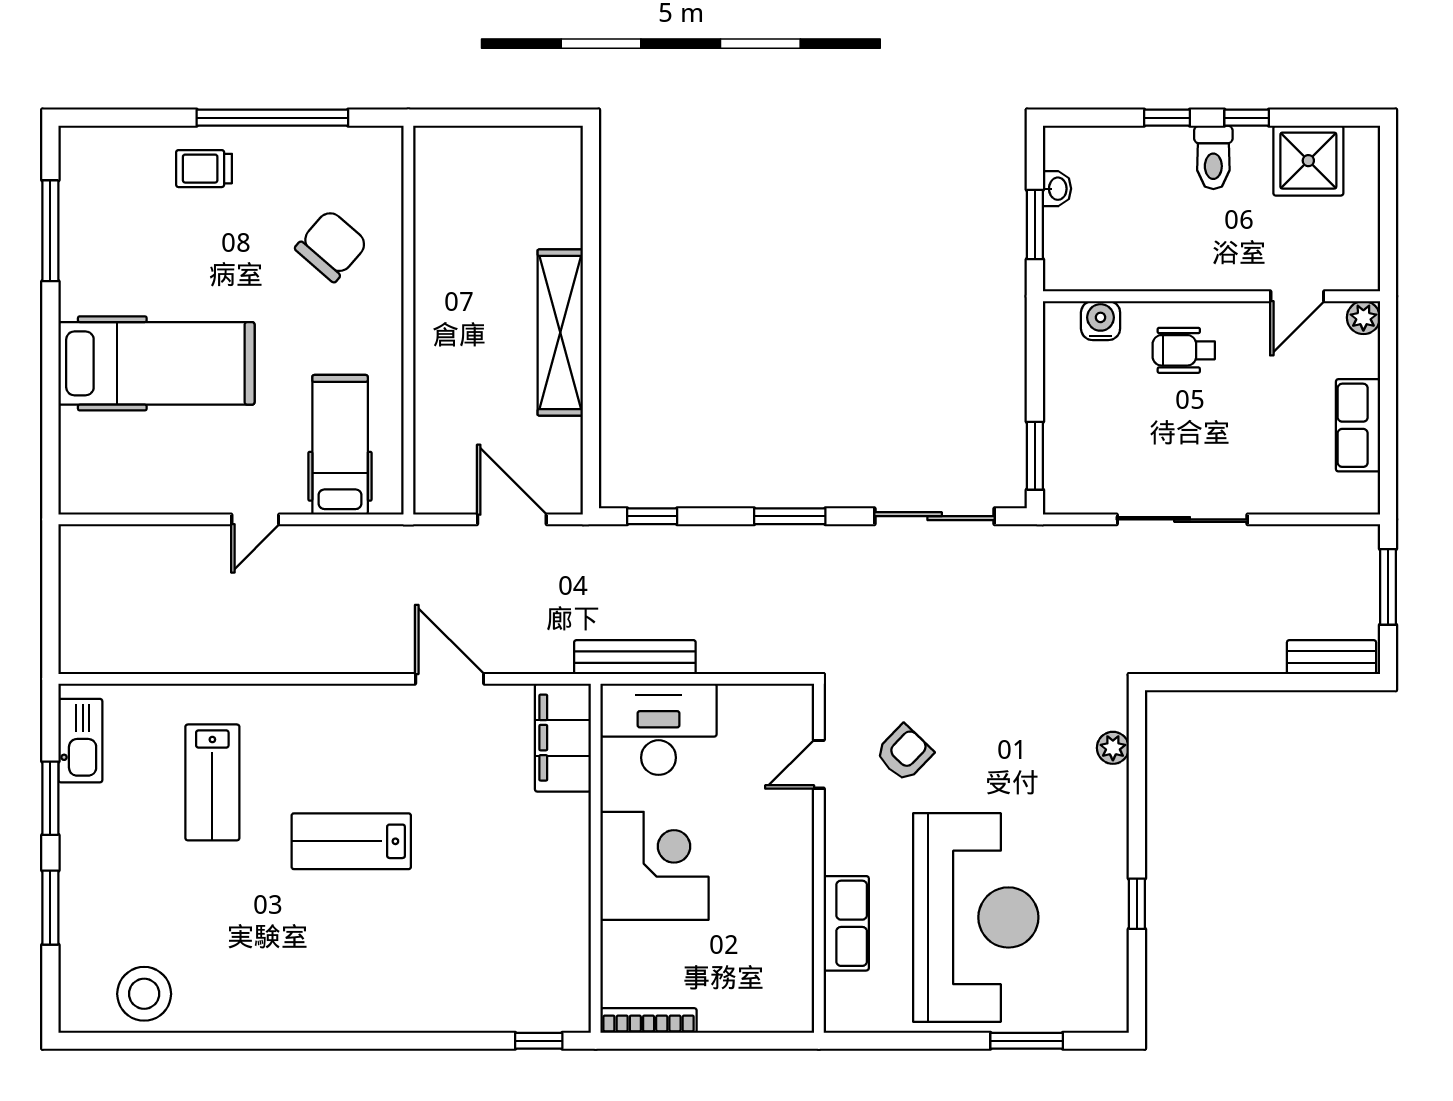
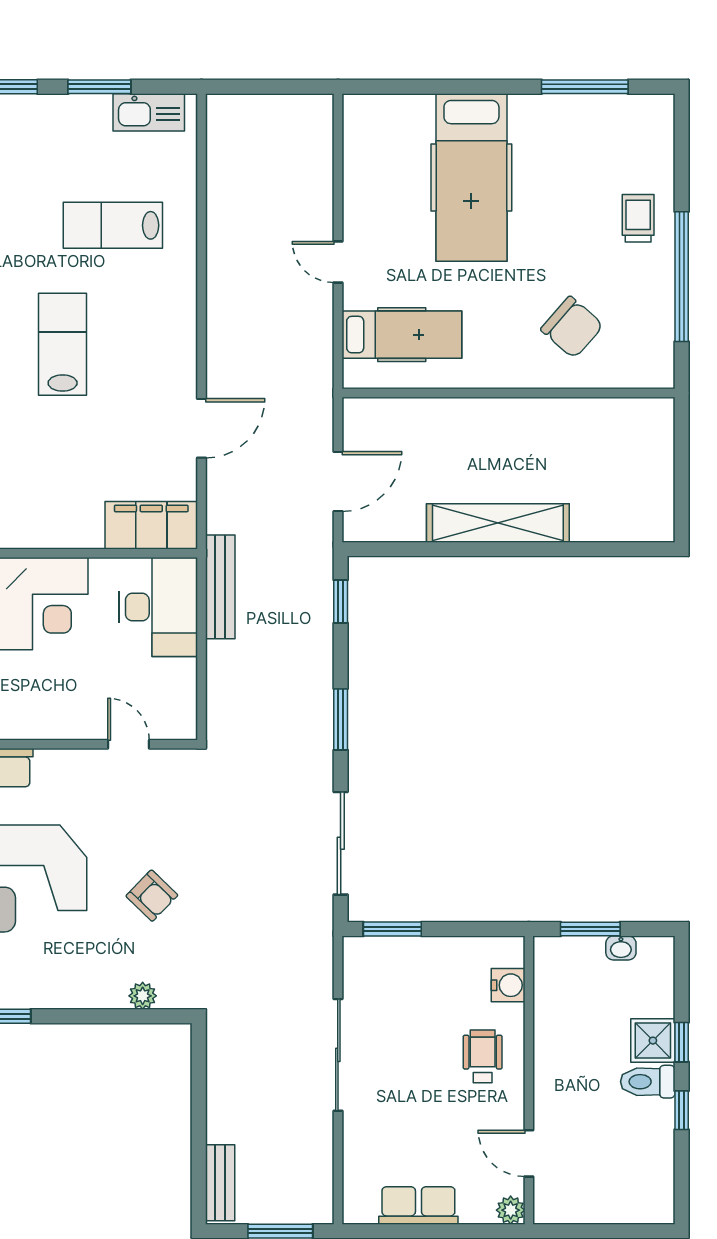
shower: (1308, 161) -> (653, 1041), moved, width x0.73, depth x0.73
armchair: (904, 753) -> (152, 896), moved

